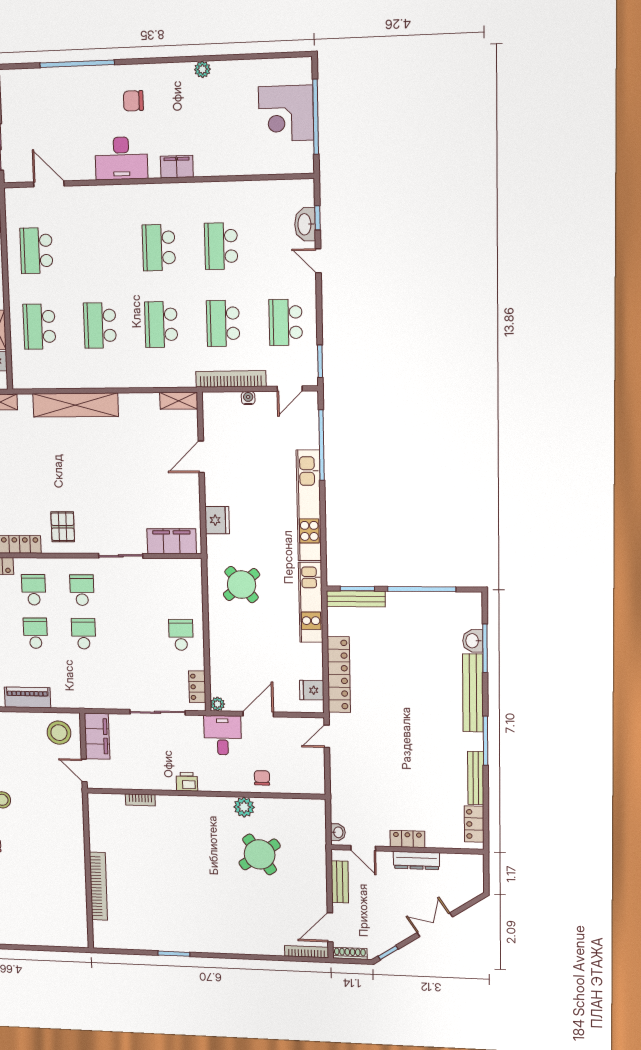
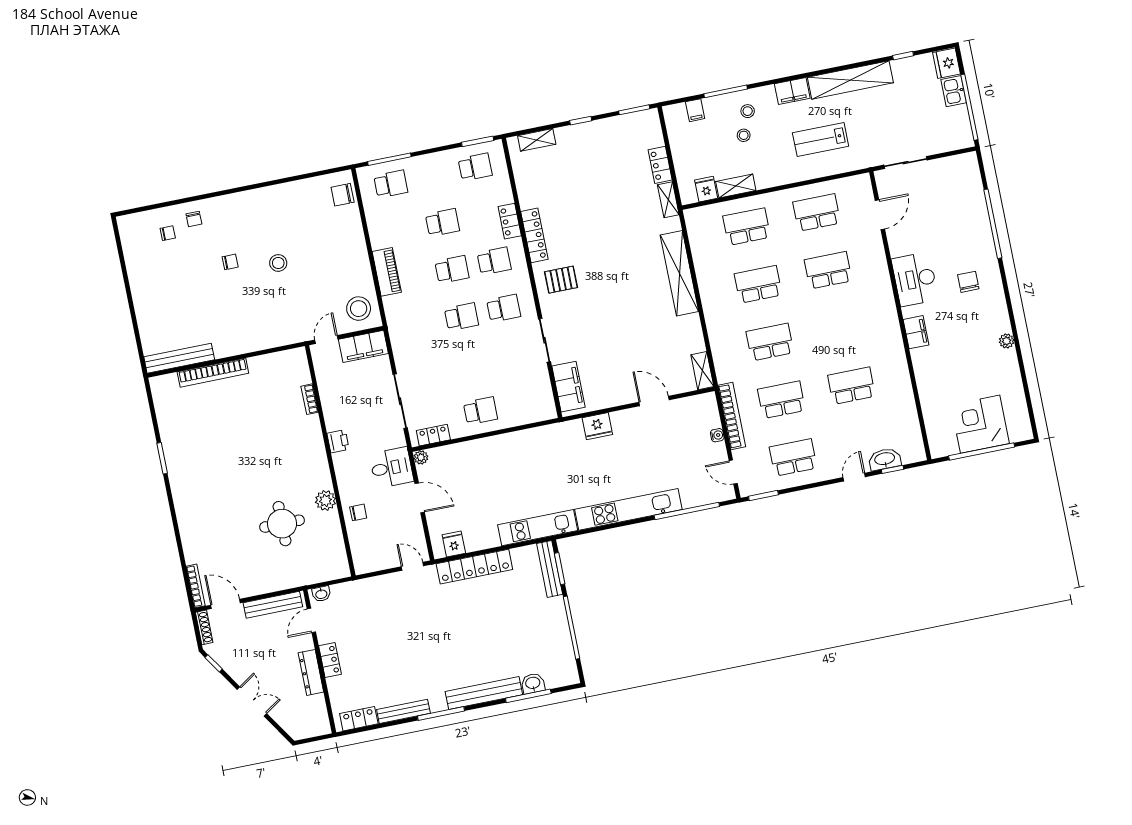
school desk: (159, 248) -> (828, 270), moved
round table: (242, 585) -> (541, 460), removed
round table: (260, 854) -> (282, 524), turned 35
bench: (340, 882) -> (273, 605), width x1.36
bench: (79, 915) -> (179, 358), added

